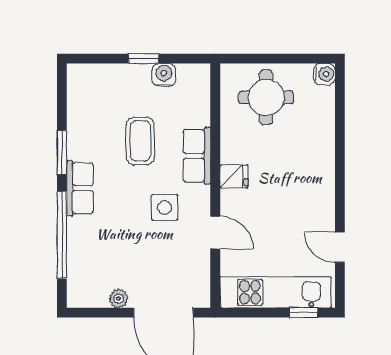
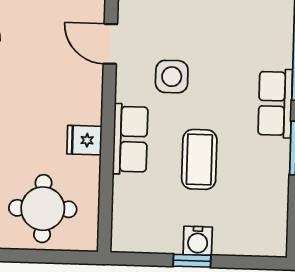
water cooler: (164, 75) -> (198, 241), moved
fridge: (234, 176) -> (84, 140), moved

